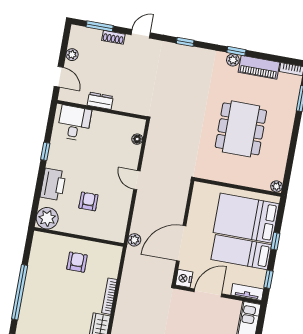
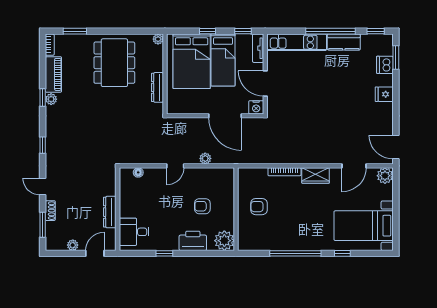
dresser: (100, 101) -> (110, 212), width x1.44
dining table: (241, 129) -> (114, 63), moved, turned 90
dresser: (225, 176) -> (157, 87), added
plant: (134, 240) -> (205, 158), moved

